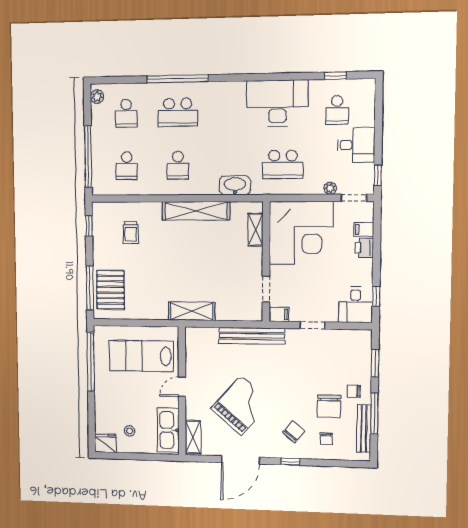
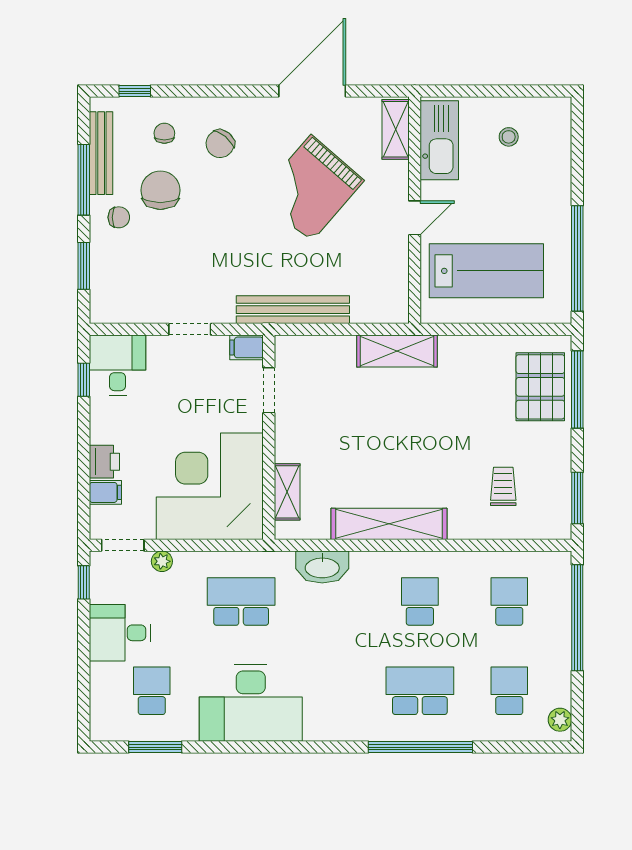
window: (335, 76) -> (155, 747), width x1.50
window: (89, 226) -> (577, 498), width x1.50
fridge: (106, 443) -> (552, 113), removed
window: (290, 462) -> (135, 91), moved

